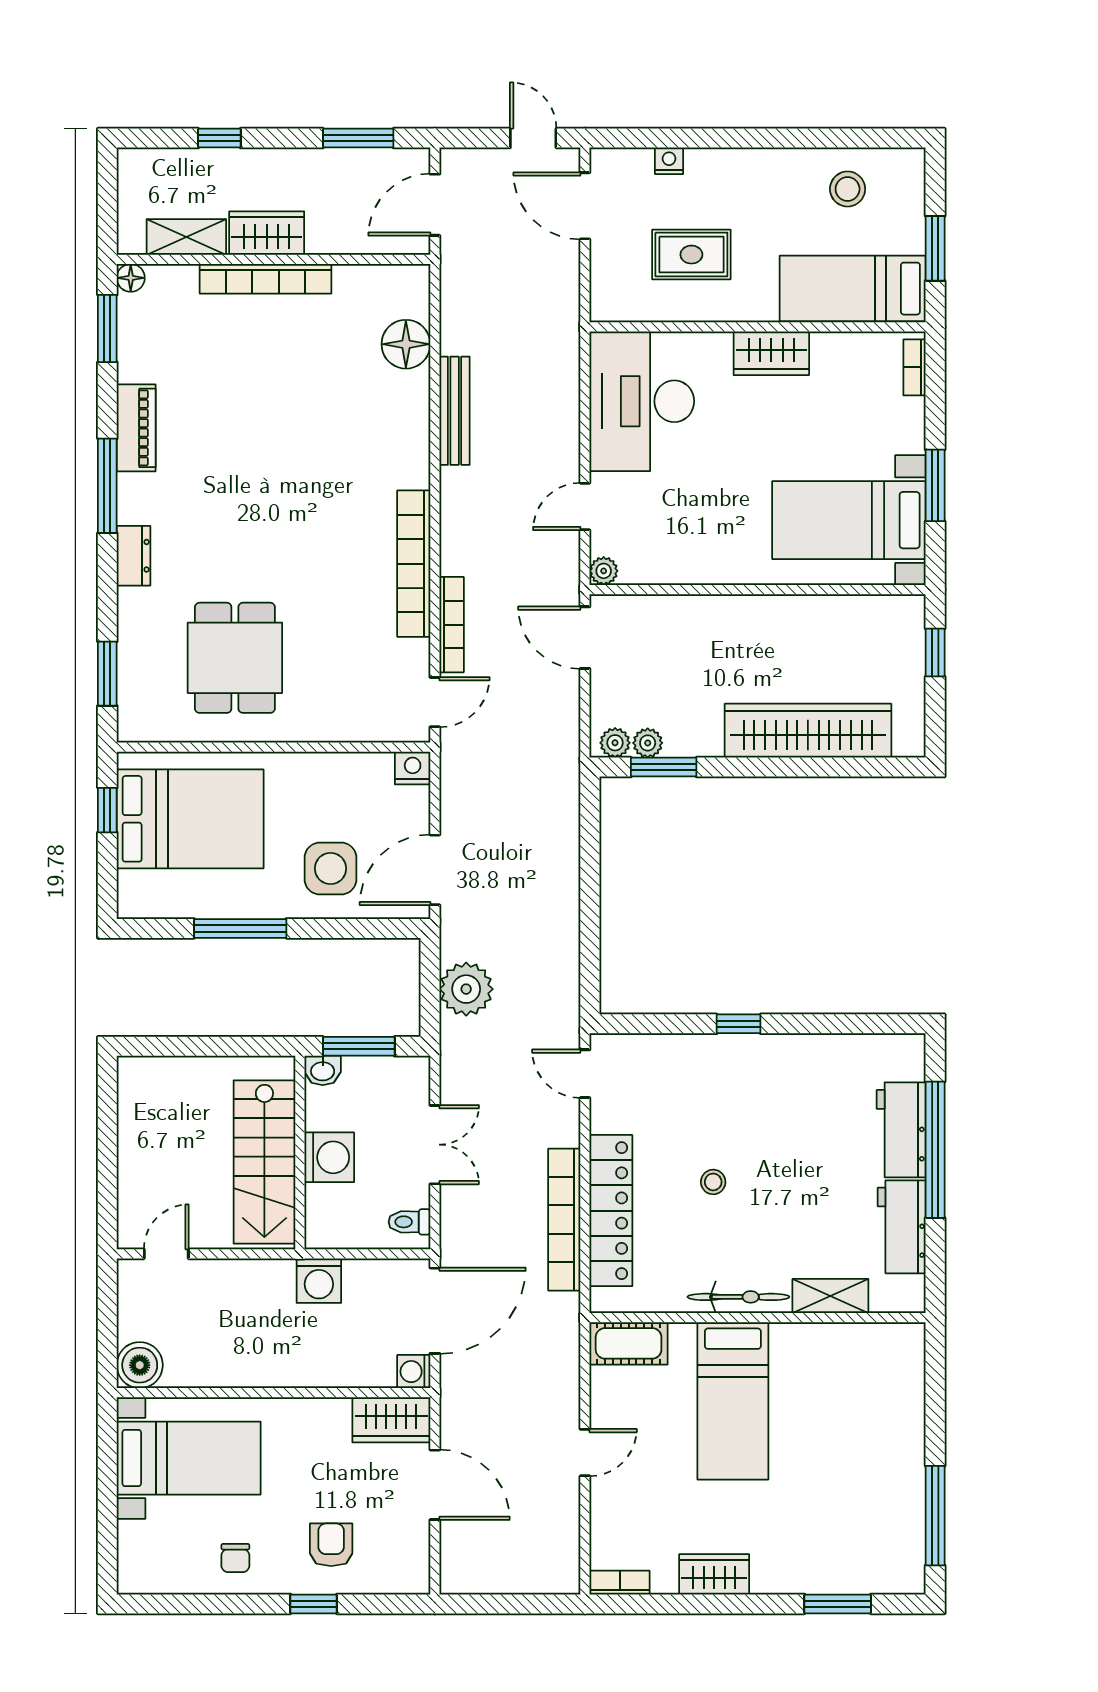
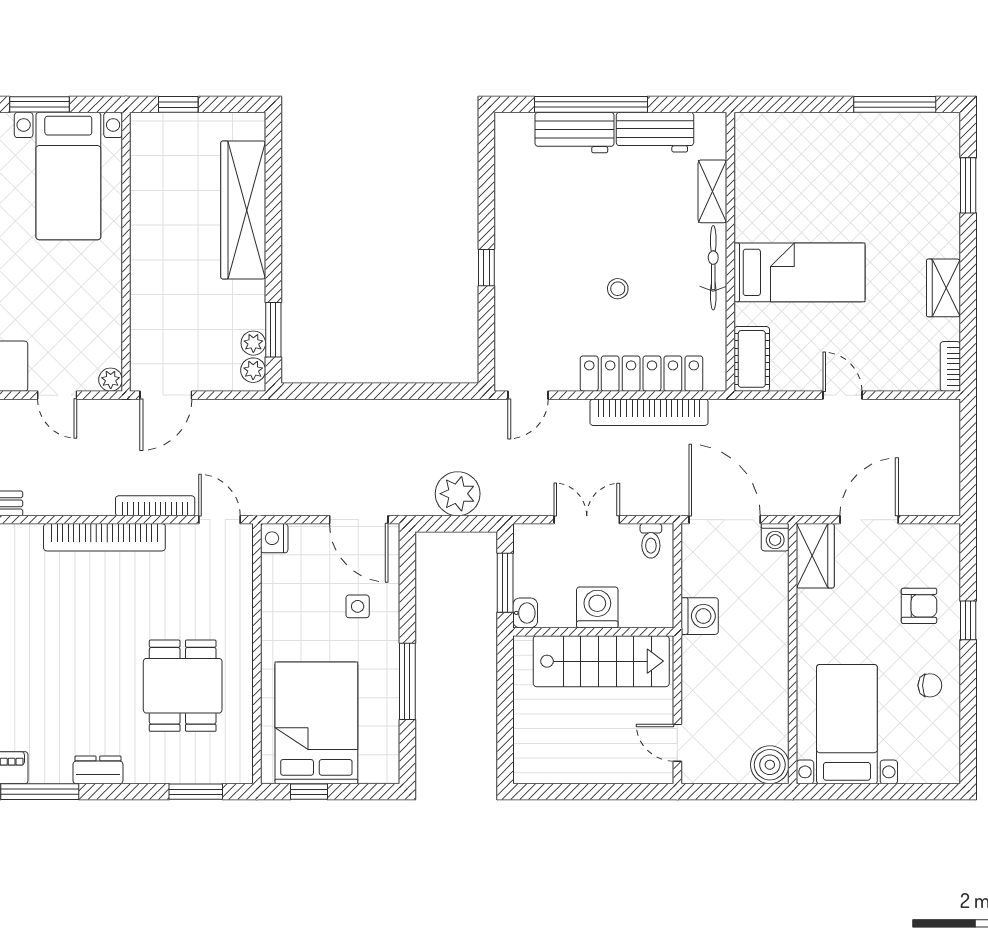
dining table: (235, 658) -> (183, 686), turned 90
side table: (330, 869) -> (358, 606), width x0.54, depth x0.54
armchair: (331, 1545) -> (919, 606), turned 180

